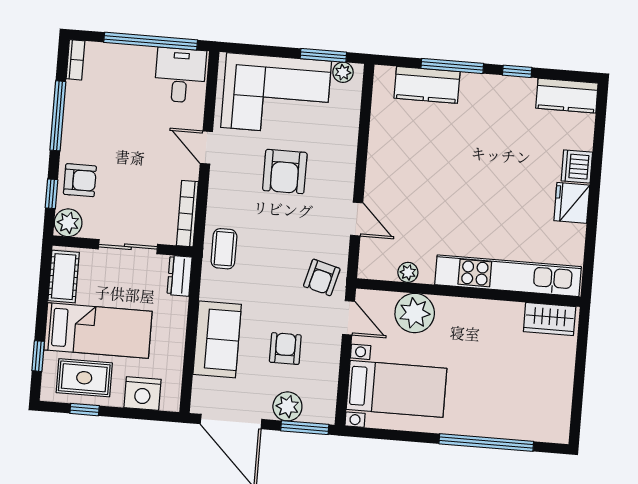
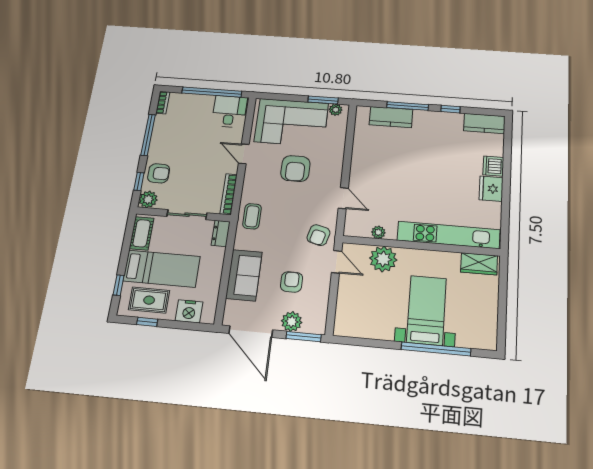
bed with nightstands: (396, 389) -> (427, 310), moved, turned -90

